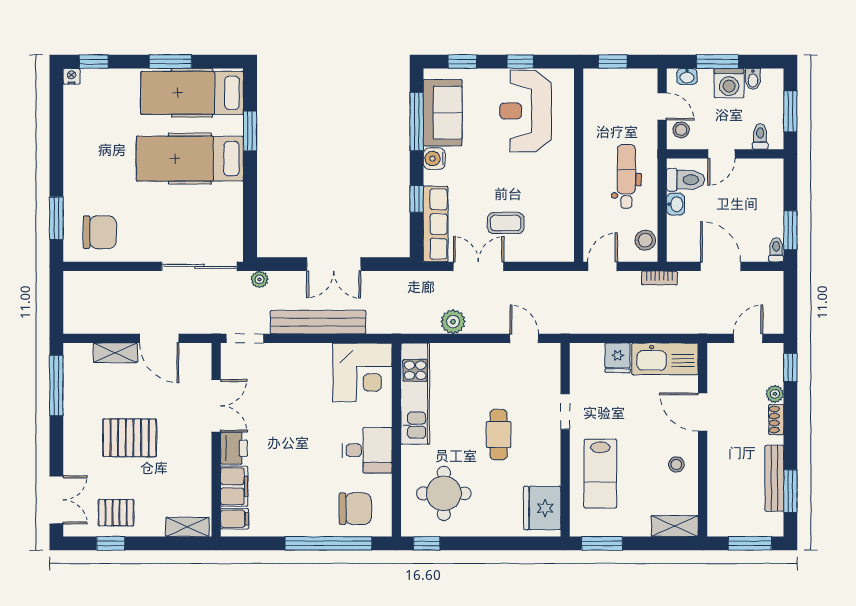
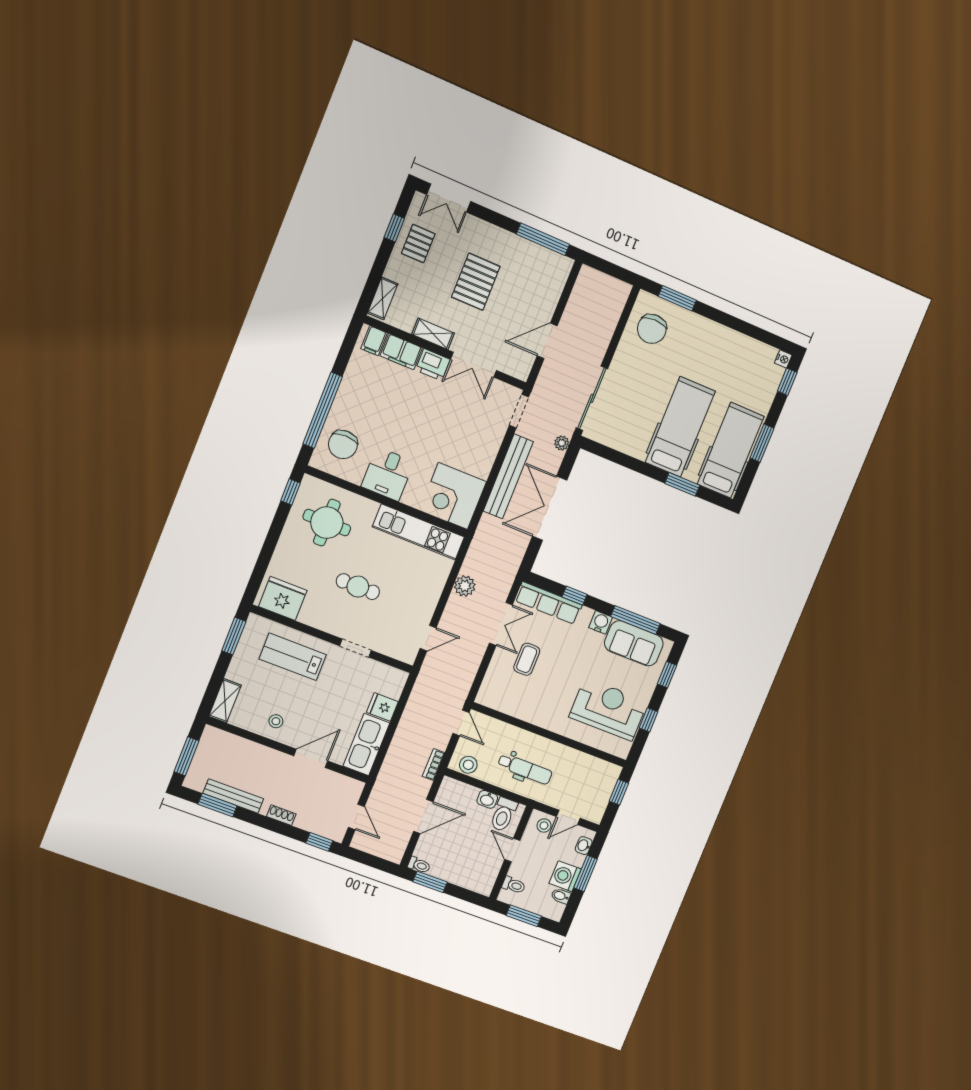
double door: (334, 264) -> (550, 508), width x1.37
shelving: (115, 353) -> (433, 334), moved, turned 90
plant: (775, 394) -> (303, 822), removed

